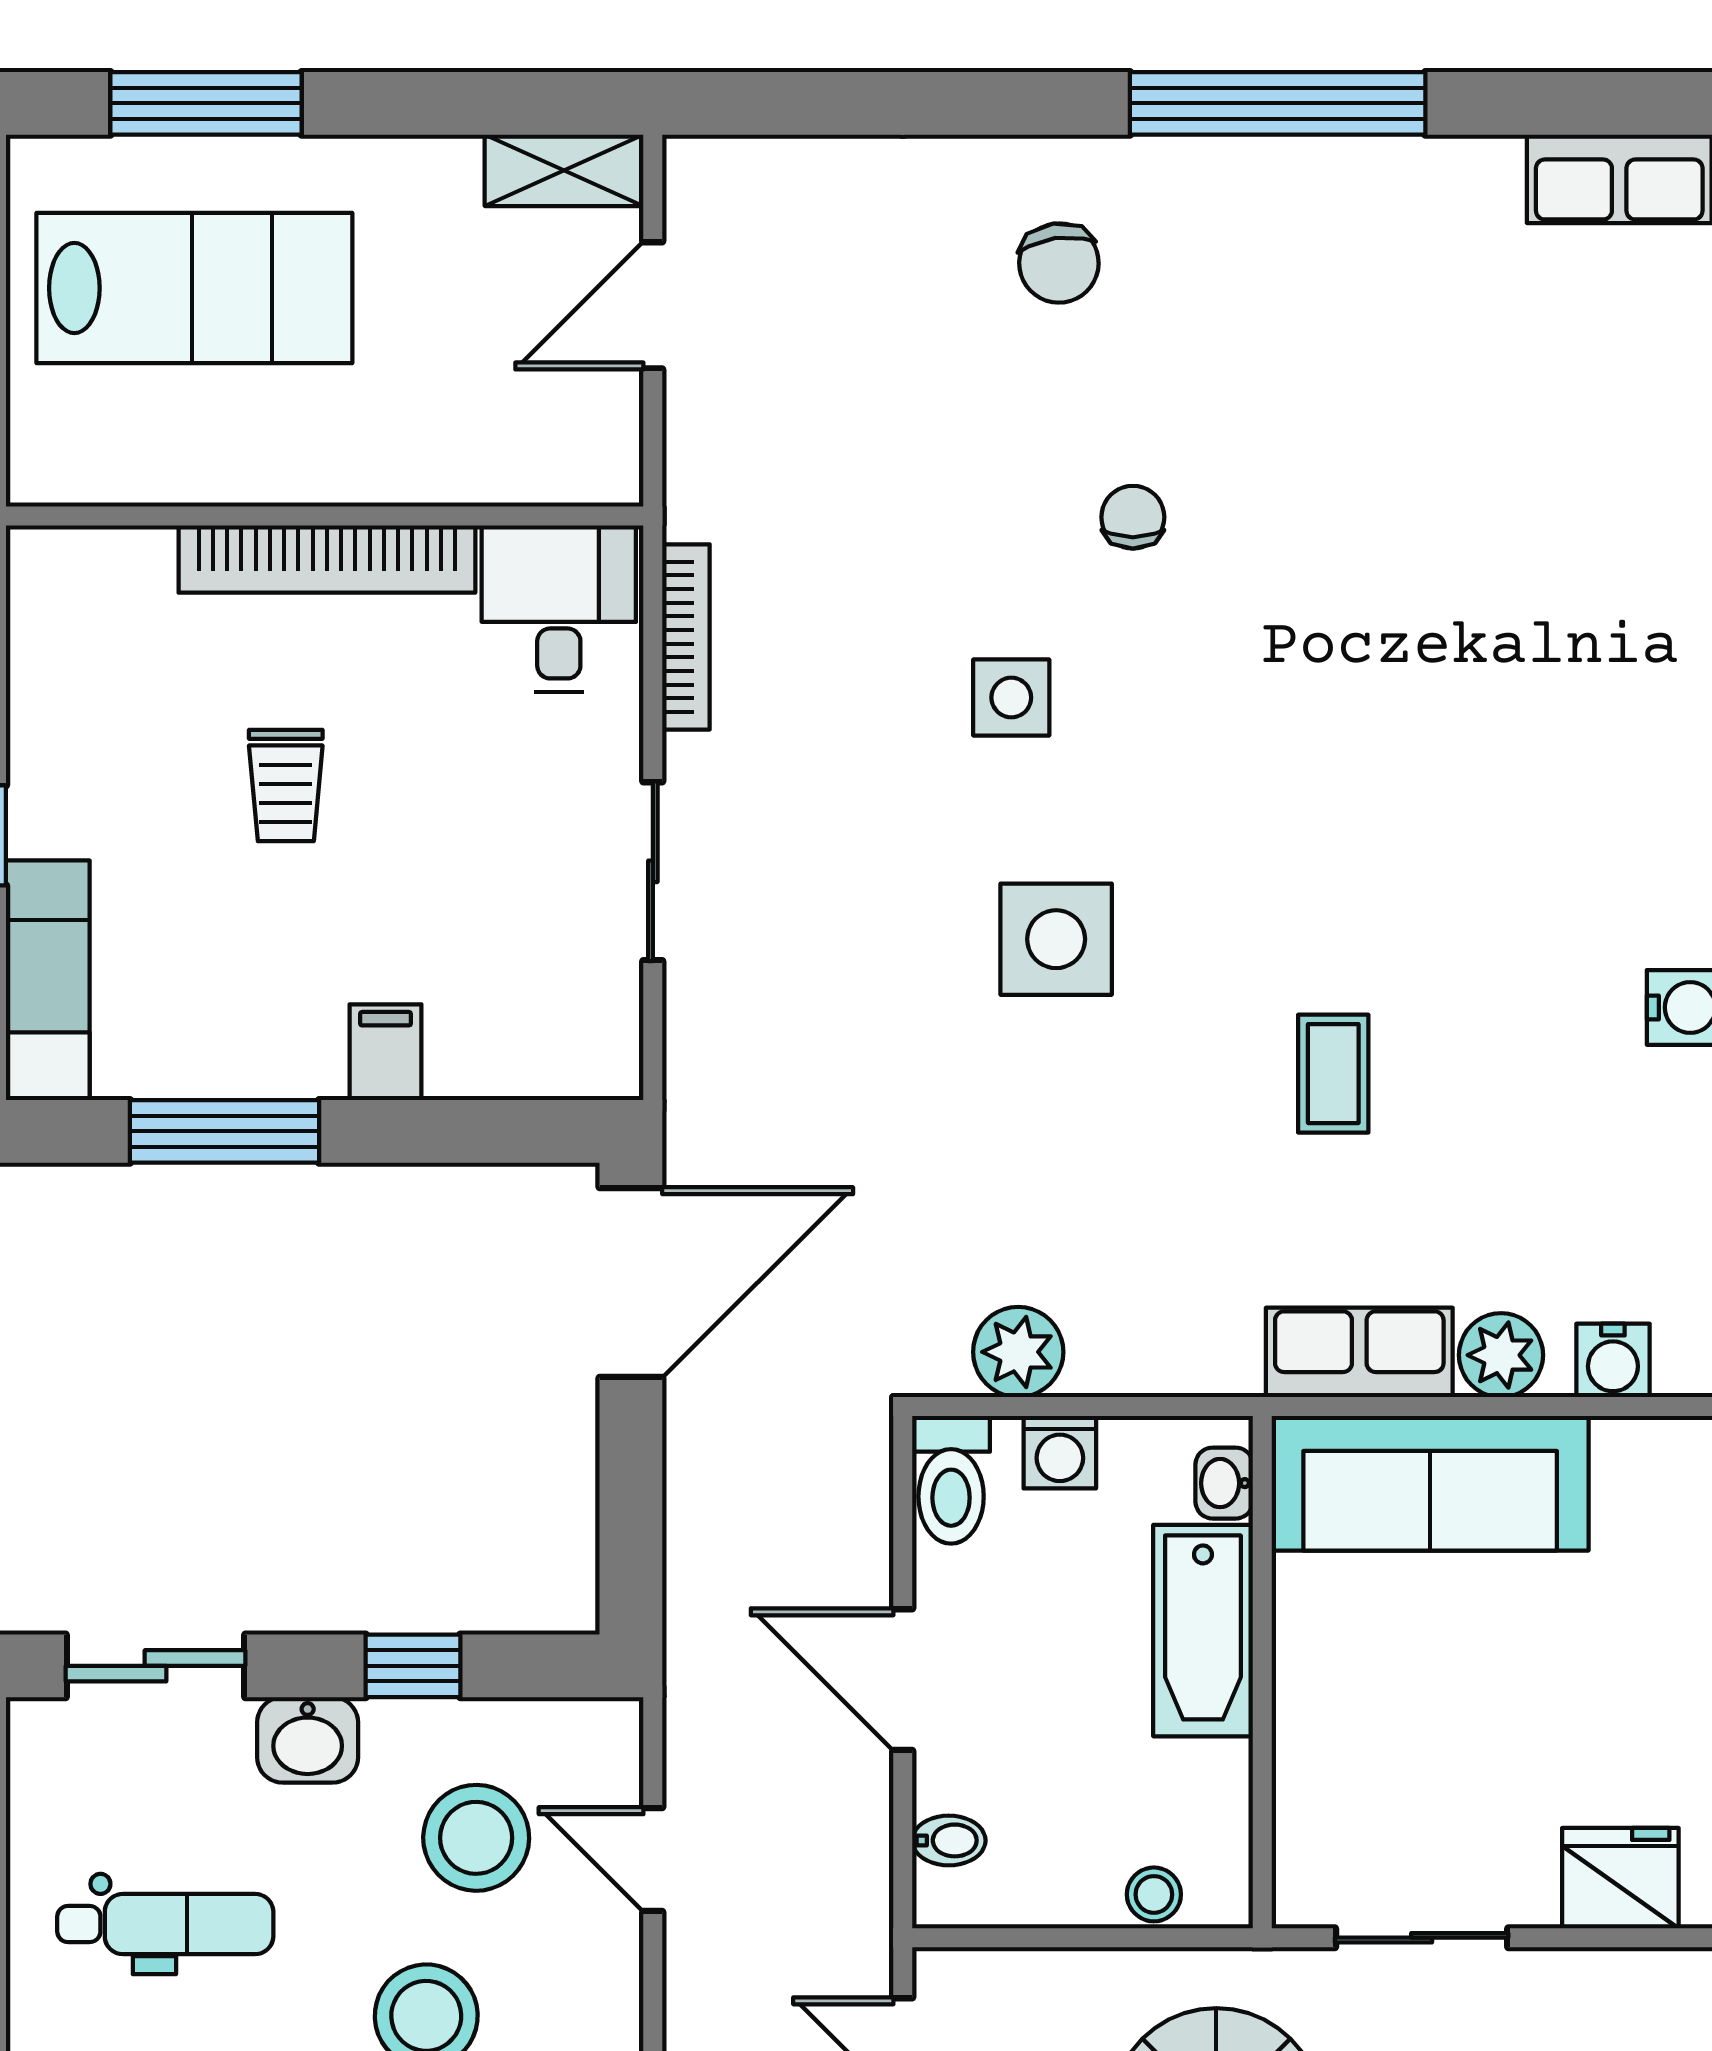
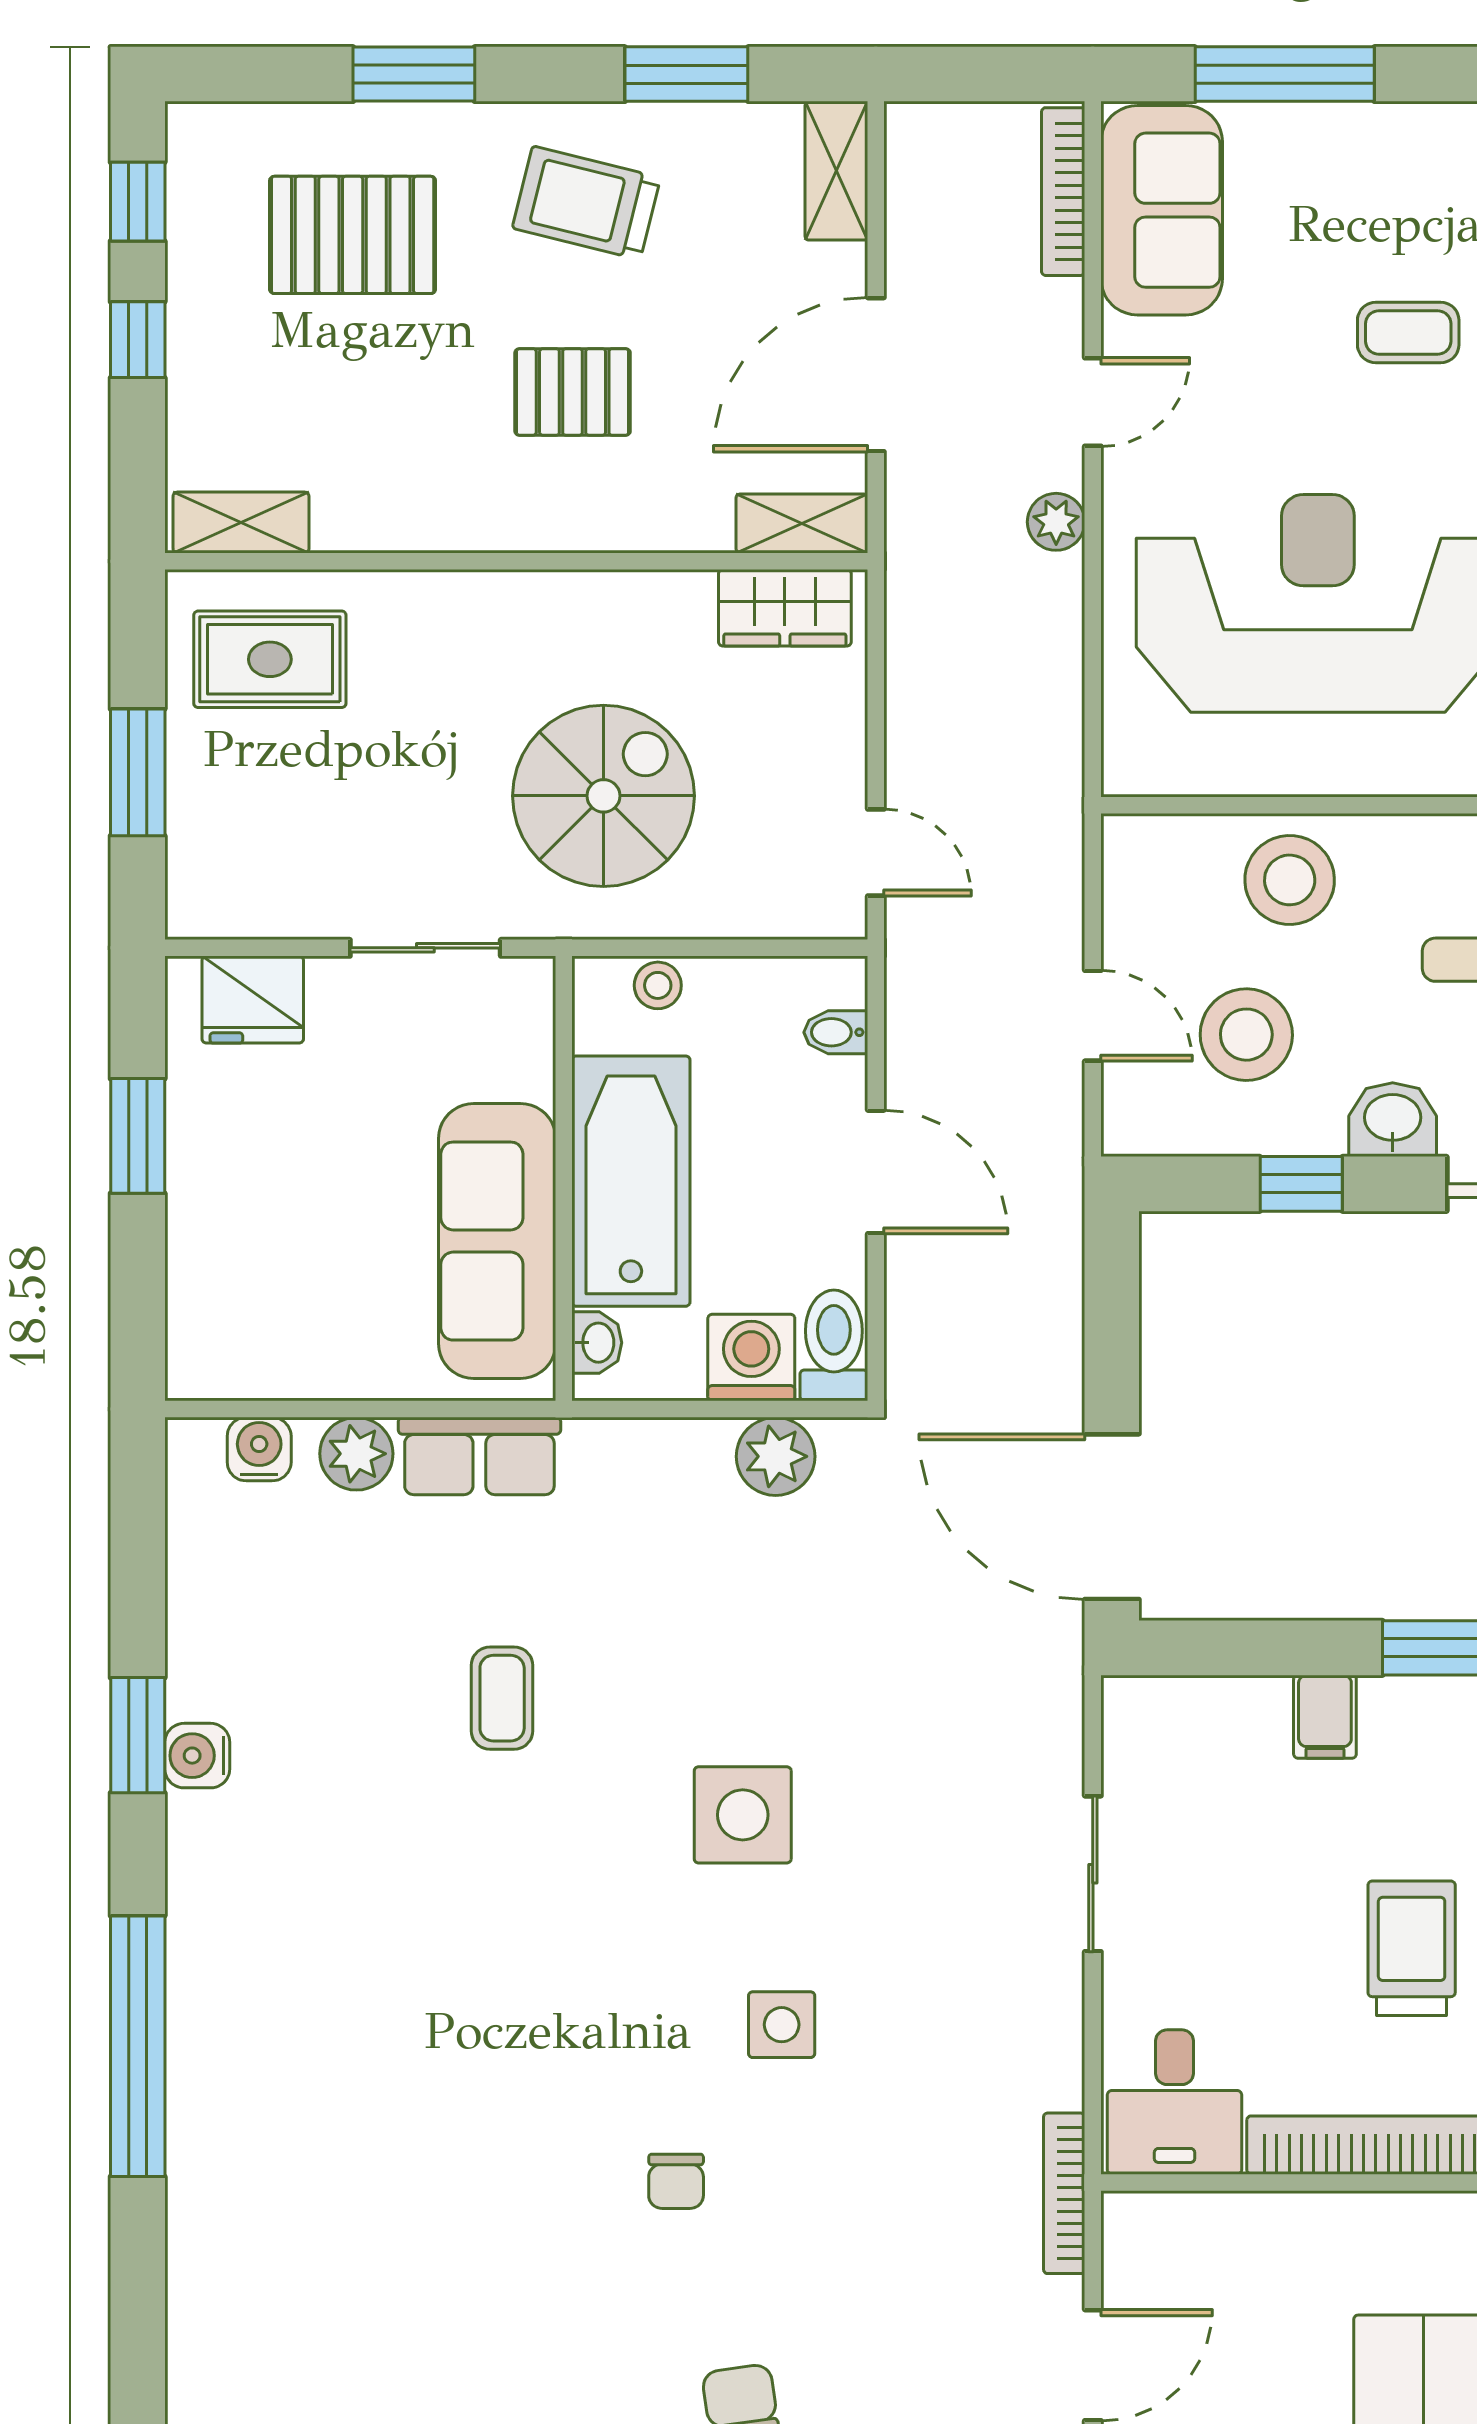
bookcase: (686, 637) -> (1064, 2193), moved
trolley: (286, 786) -> (1412, 1948), width x1.36, depth x1.39
door: (631, 1283) -> (1112, 1517), hinge flipped
washing machine: (1060, 1452) -> (751, 1358), width x1.38, depth x1.38
sofa: (1430, 1483) -> (497, 1241), moved, turned -90
bathtub: (1203, 1631) -> (631, 1181), width x1.36, depth x1.36

